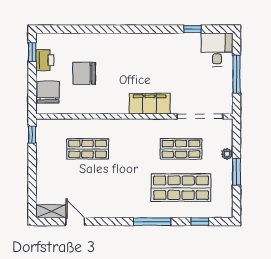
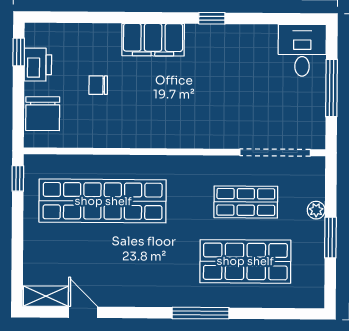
window: (193, 29) -> (212, 18), moved
chair: (84, 73) -> (98, 85), width x0.54, depth x0.54
chair: (48, 92) -> (43, 114), turned 180
filing cabinet: (150, 104) -> (153, 40), moved, turned 180
shop shelf: (88, 149) -> (103, 201), width x2.00, depth x1.36
window: (200, 222) -> (274, 314), removed

